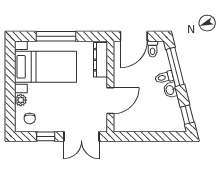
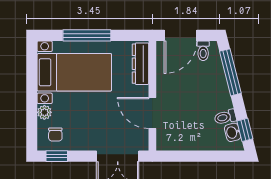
toilet: (164, 77) -> (225, 117), moved
washbasin: (170, 90) -> (233, 132), moved
door: (110, 101) -> (152, 113), swing flipped
window: (46, 136) -> (57, 156), moved

